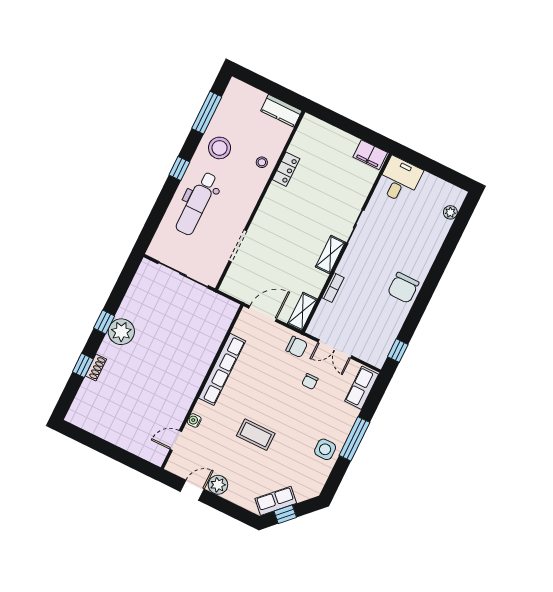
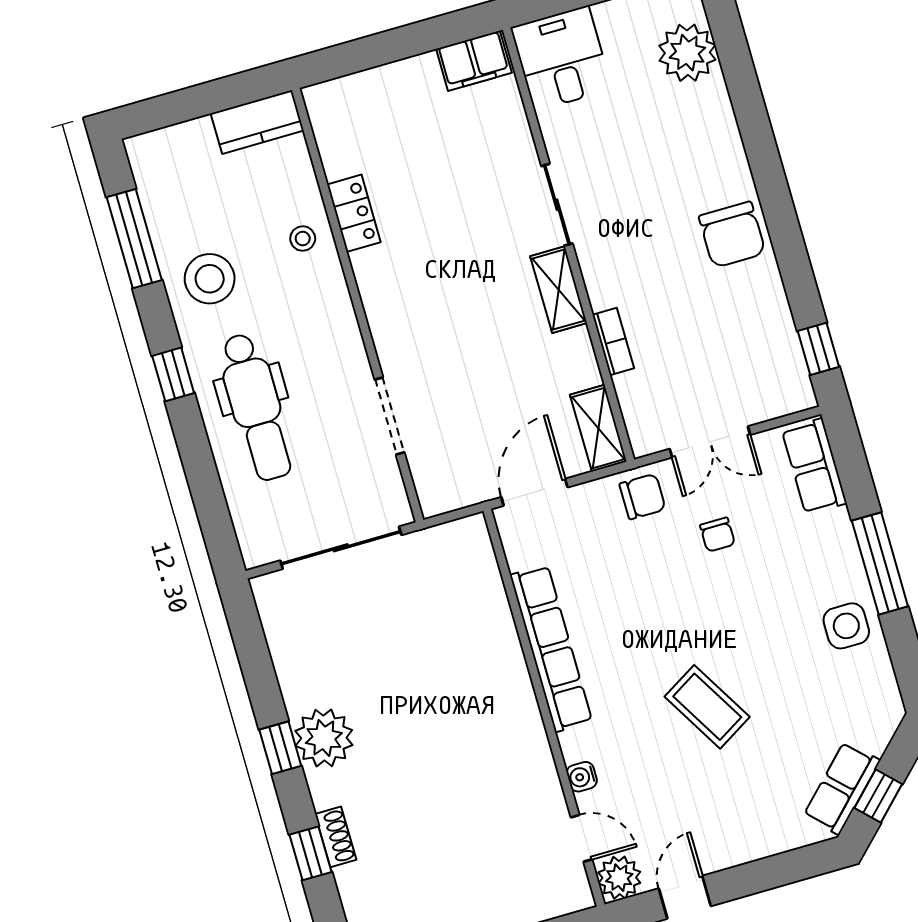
plant: (450, 212) -> (687, 53), width x1.88, depth x1.88
coffee table: (256, 435) -> (707, 707), turned 59
door: (176, 441) -> (581, 838), swing flipped
plant: (218, 485) -> (619, 878), moved

